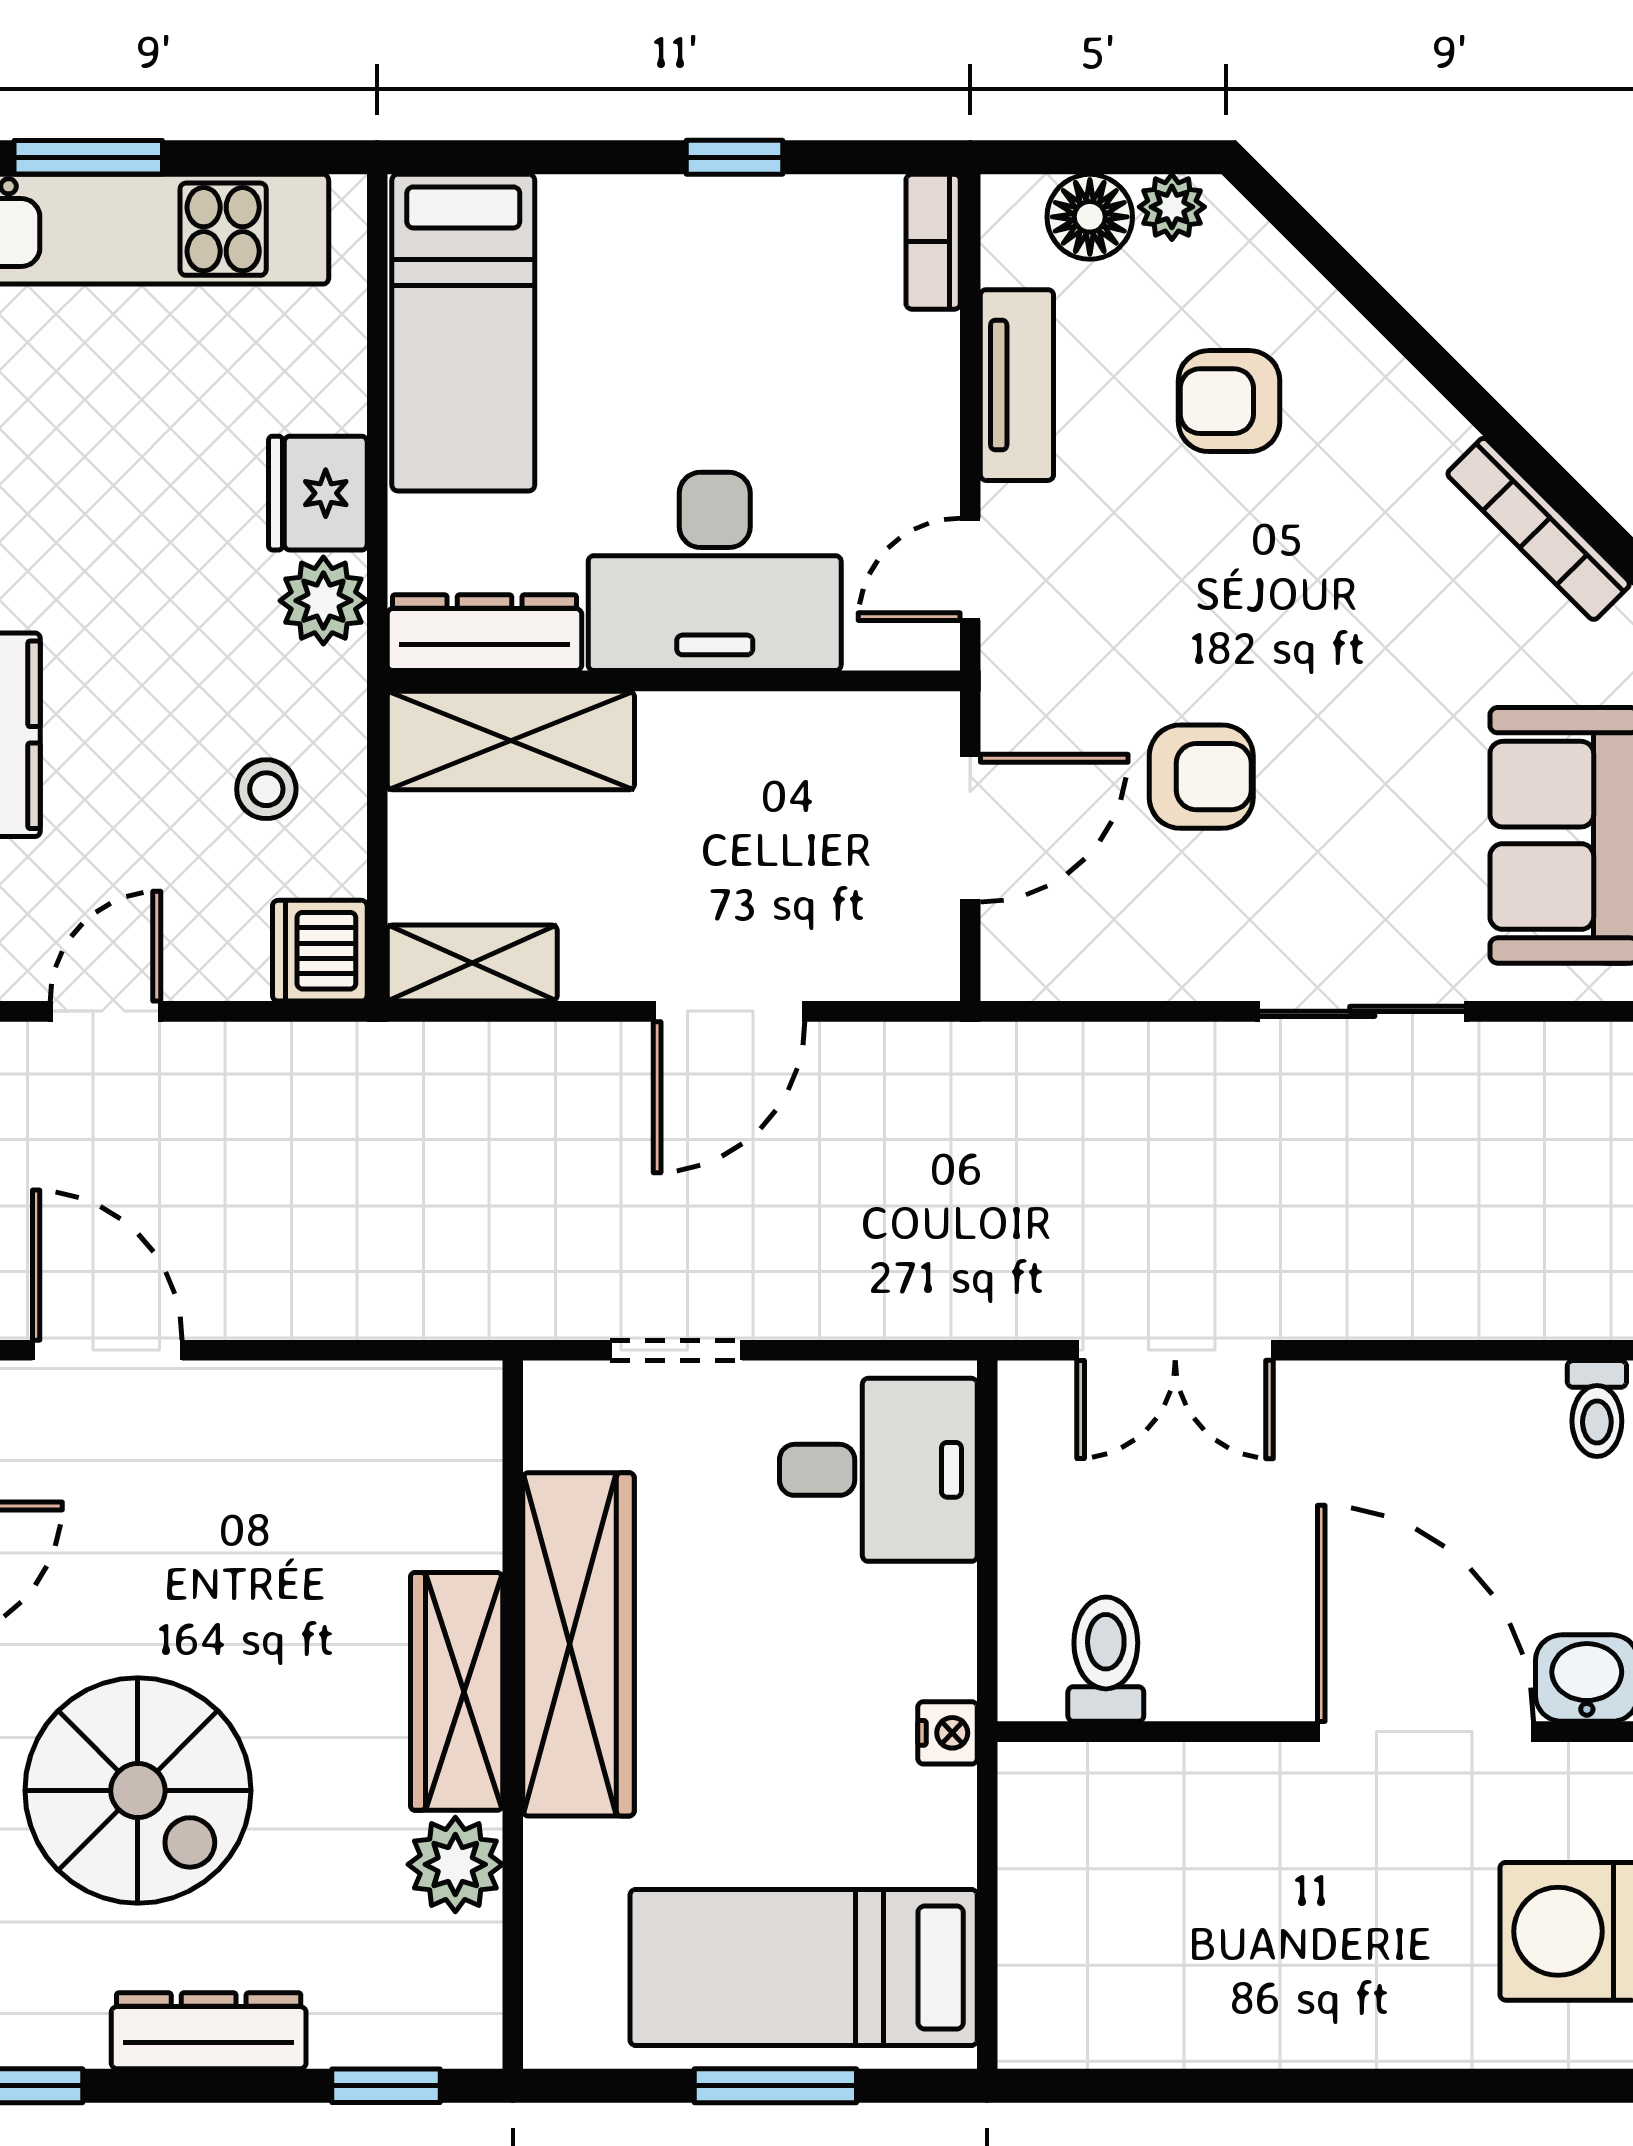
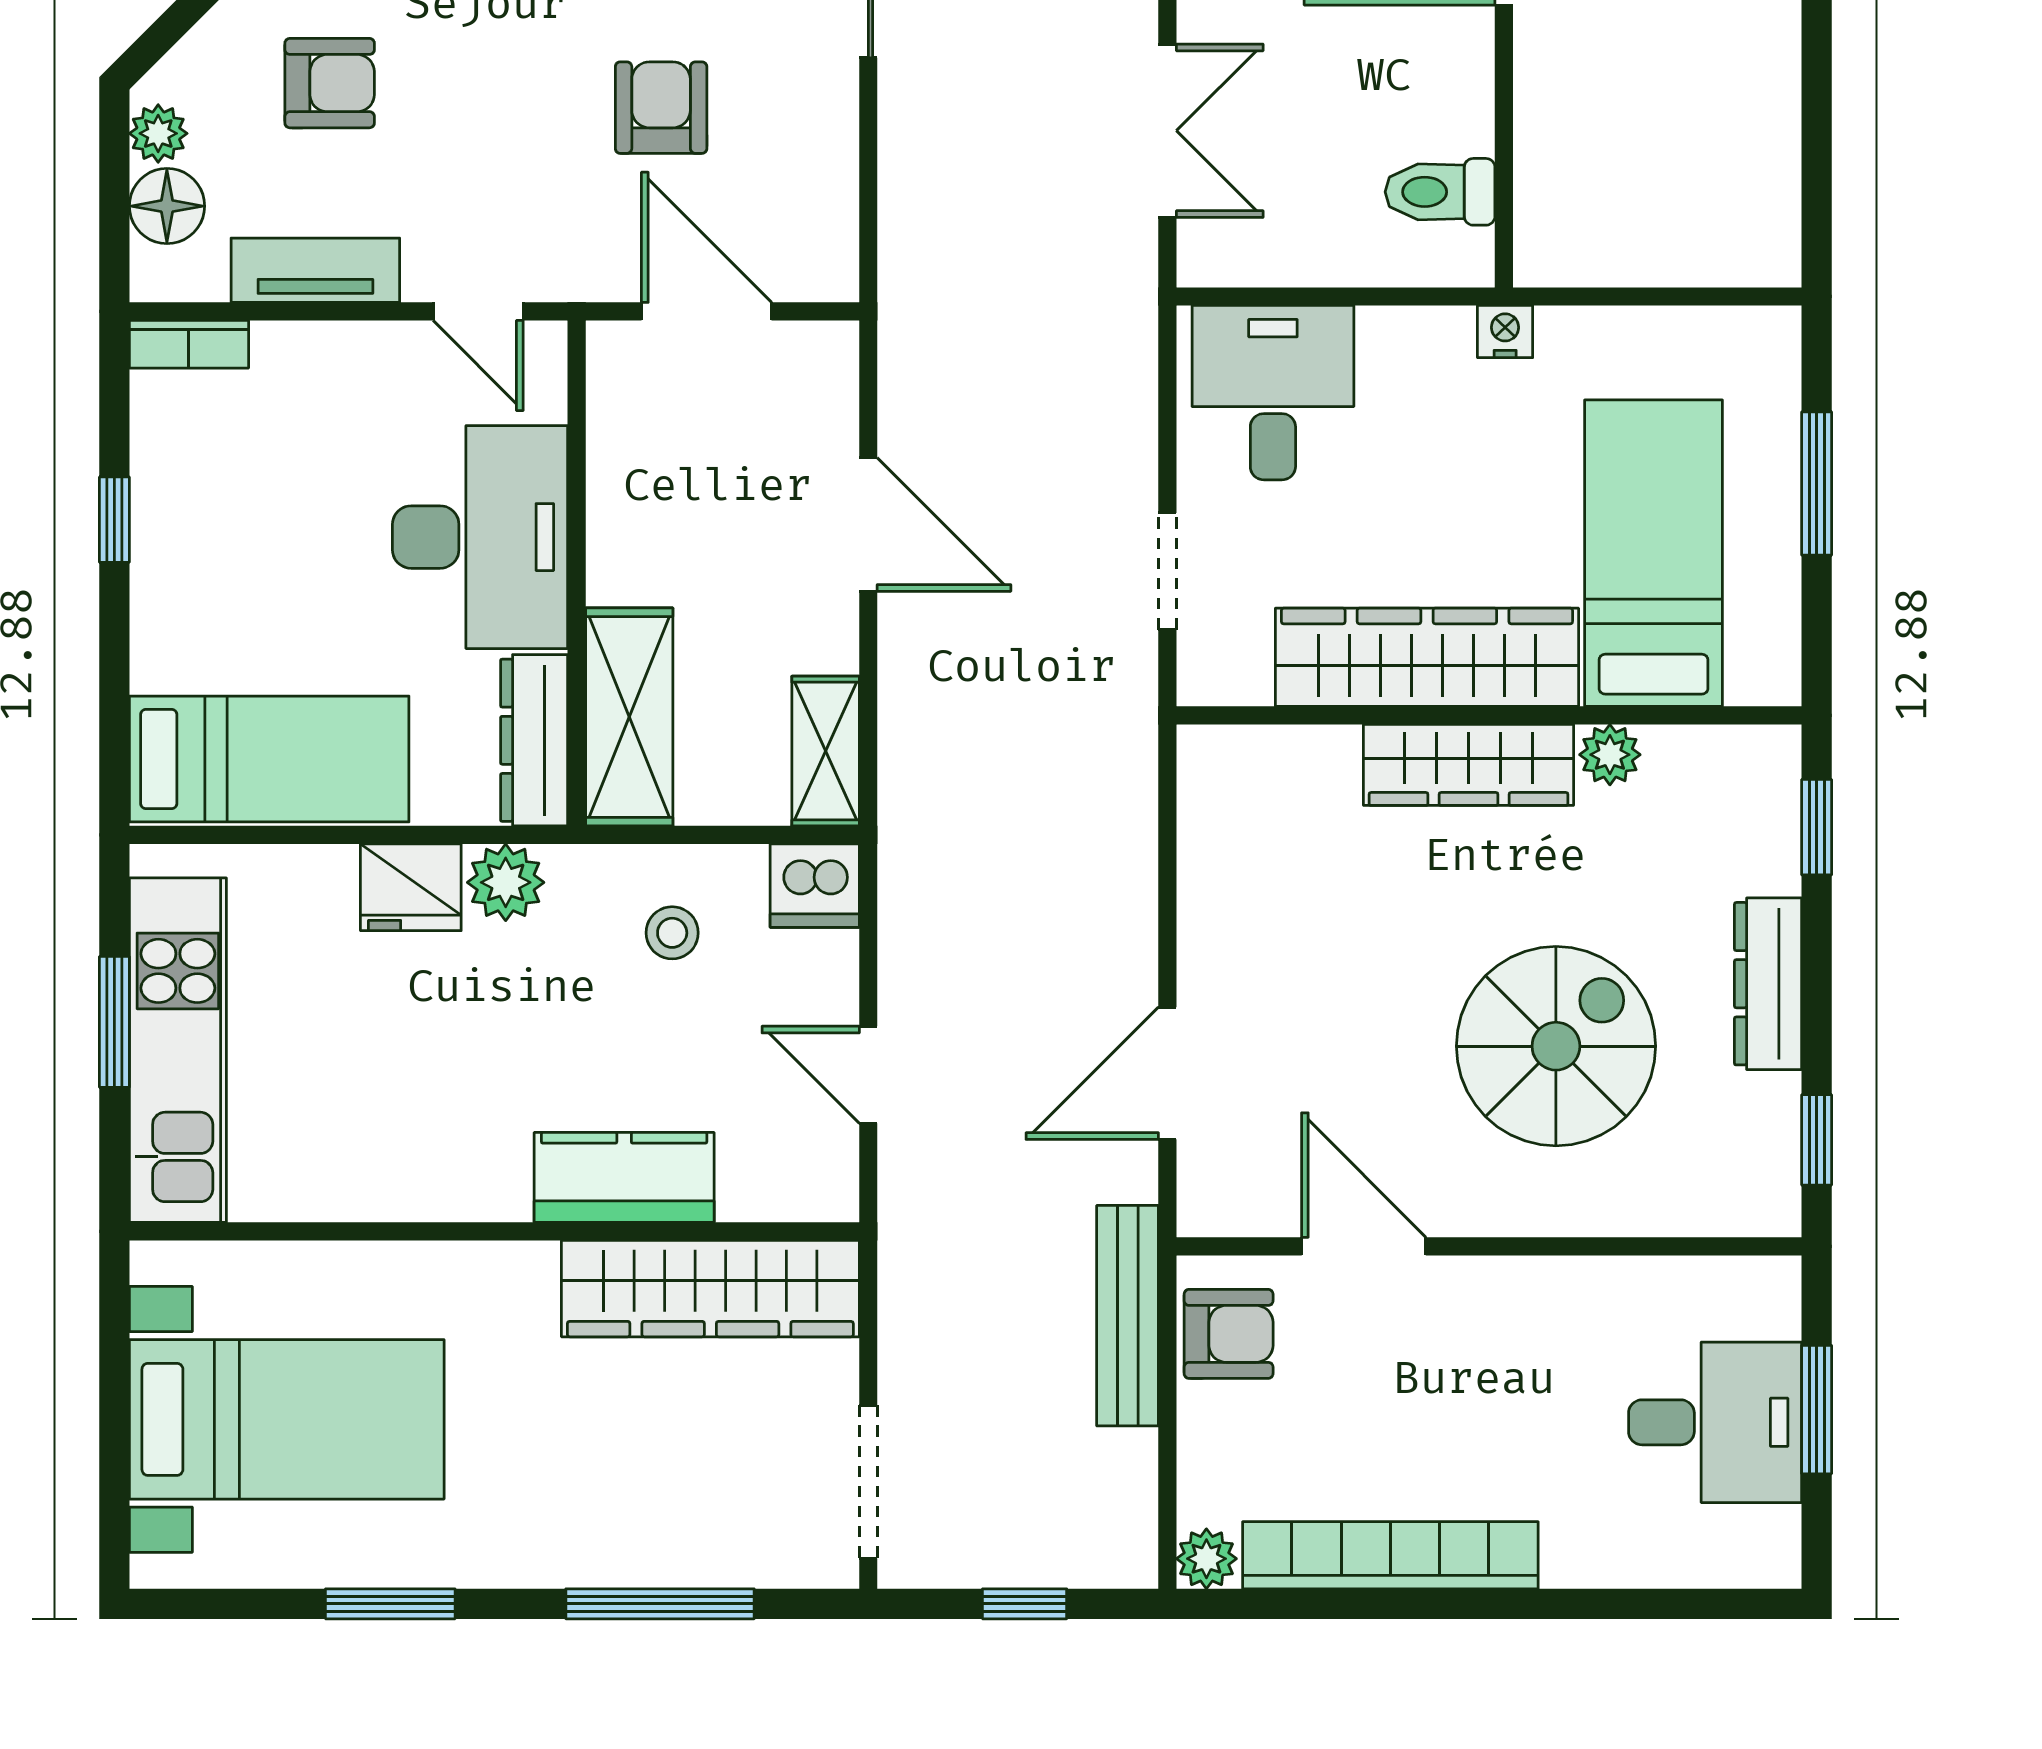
window: (88, 157) -> (114, 1022), moved
armchair: (1229, 401) -> (330, 83), turned -90
plant: (455, 1864) -> (1610, 755), width x0.73, depth x0.73
bed: (804, 1967) -> (1654, 553), moved, turned 180

